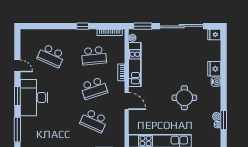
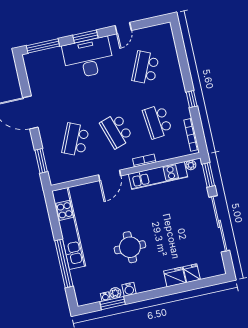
fridge: (214, 35) -> (192, 273), moved
water cooler: (216, 82) -> (129, 289), moved

